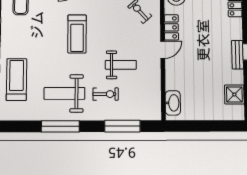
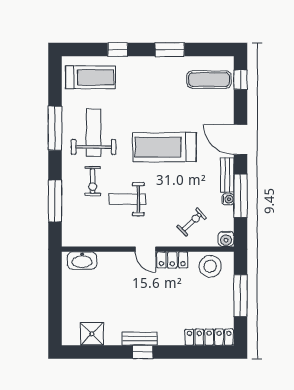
treadmill: (77, 34) -> (164, 147), width x1.37, depth x1.38
weight bench: (121, 65) -> (127, 199), turned 90
treadmill: (16, 80) -> (91, 77), moved

